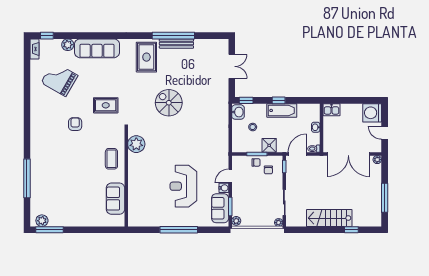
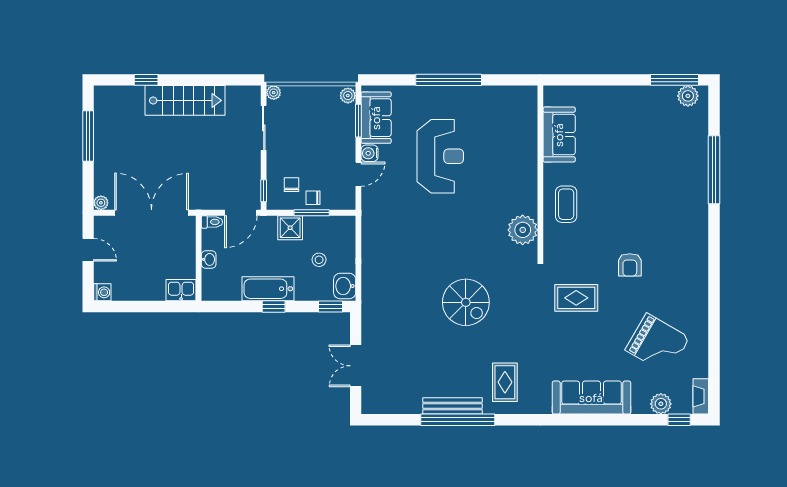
plant: (68, 45) -> (661, 404), moved
rug: (146, 57) -> (505, 382), width x0.73, depth x0.70
washing machine: (372, 113) -> (102, 292), width x0.53, depth x0.53

